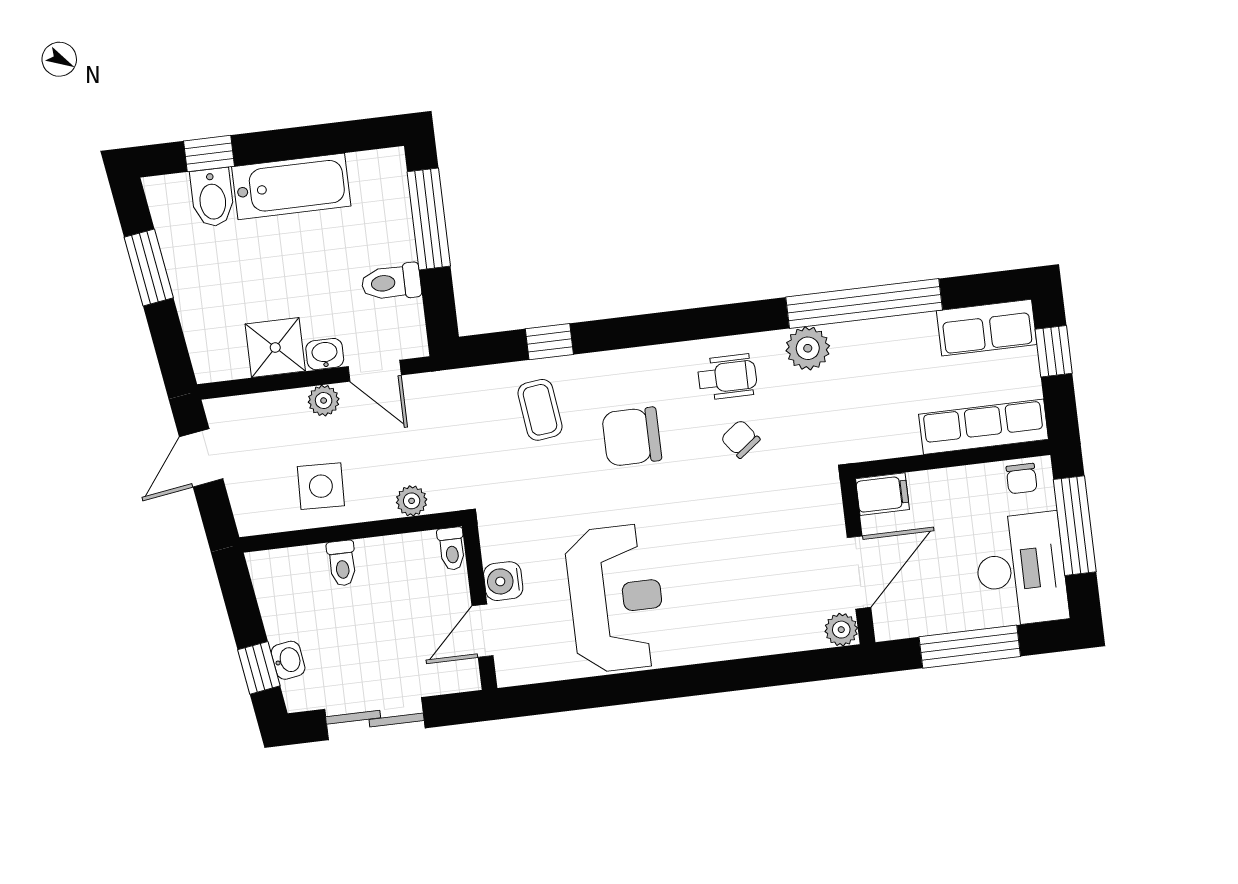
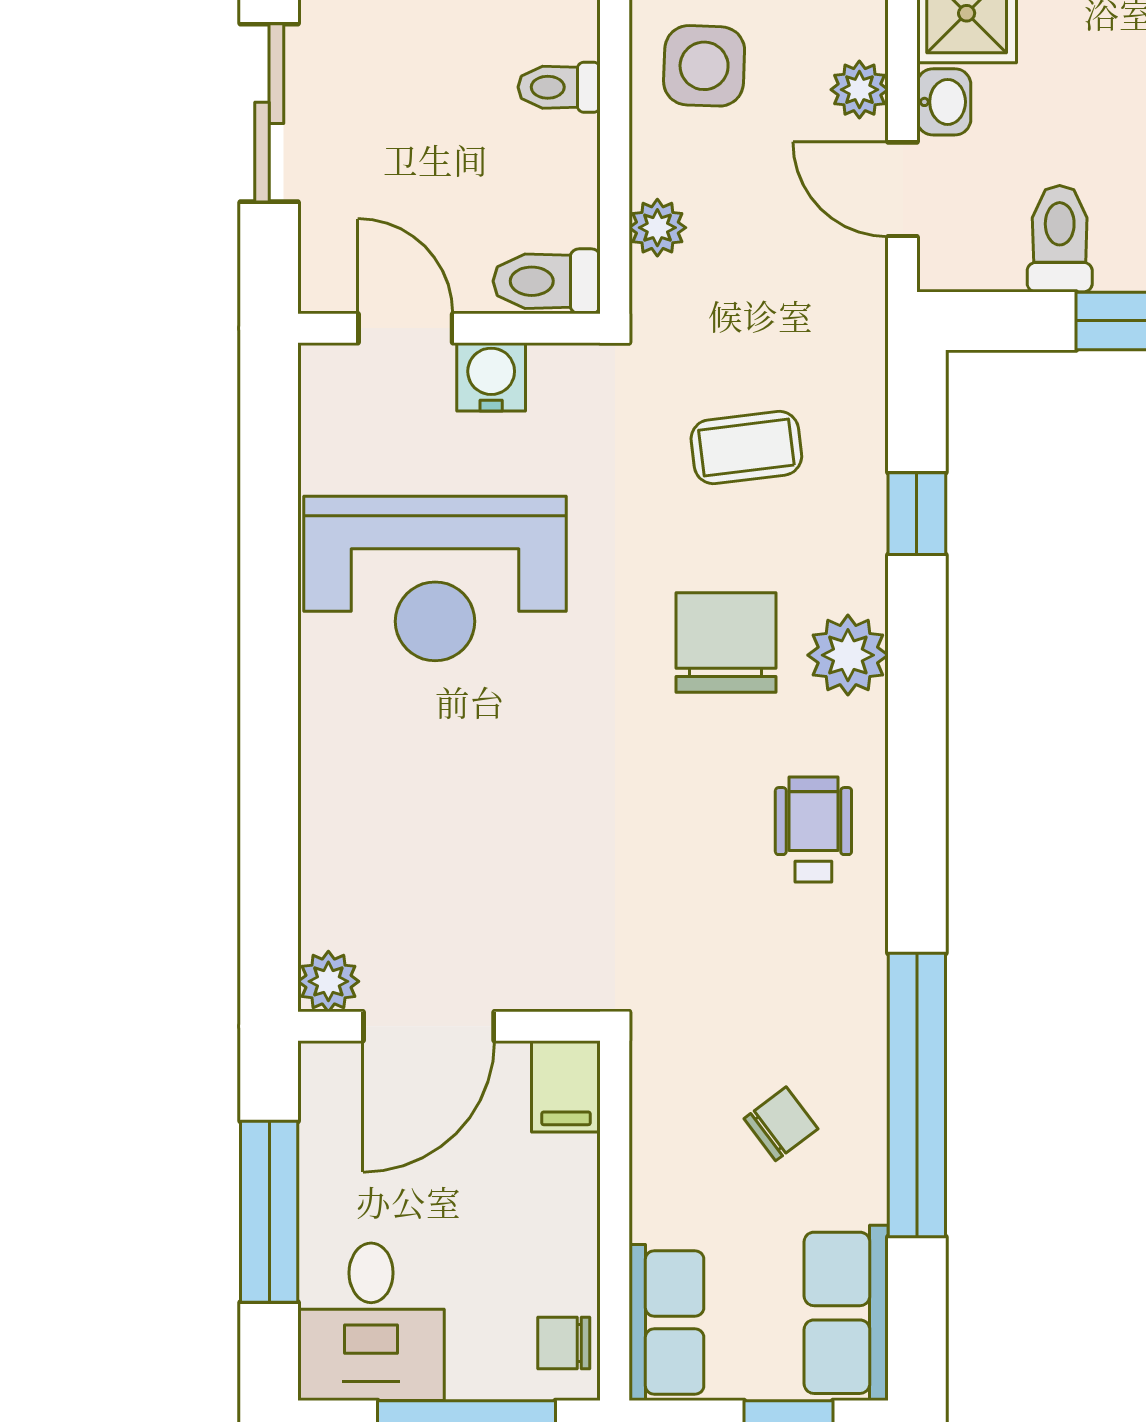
plant: (808, 348) -> (848, 655), moved
door: (375, 371) -> (903, 189), hinge flipped
wheelchair: (727, 377) -> (813, 830), turned 180
coffee table: (540, 410) -> (746, 448), moved
row of seats: (984, 427) -> (666, 1322), width x0.68
chair: (740, 439) -> (781, 1124), moved
toilet: (452, 549) -> (547, 281), width x1.37, depth x1.39
desk: (1021, 570) -> (371, 1322), width x0.73
door: (859, 572) -> (429, 1026), hinge flipped

